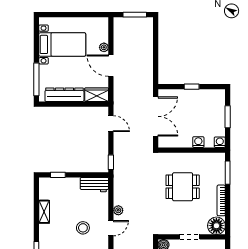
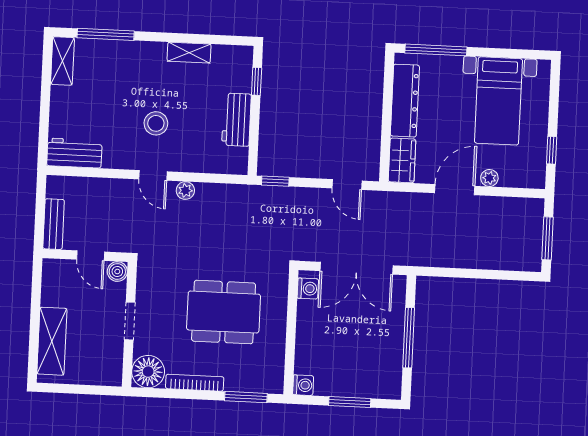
window: (87, 15) -> (552, 150), added
window: (192, 87) -> (409, 338), width x2.17
door: (111, 124) -> (347, 184), hinge flipped
washing machine: (198, 142) -> (308, 289), moved
workbench: (94, 185) -> (237, 120), moved
dining table: (183, 187) -> (224, 312), width x1.37

